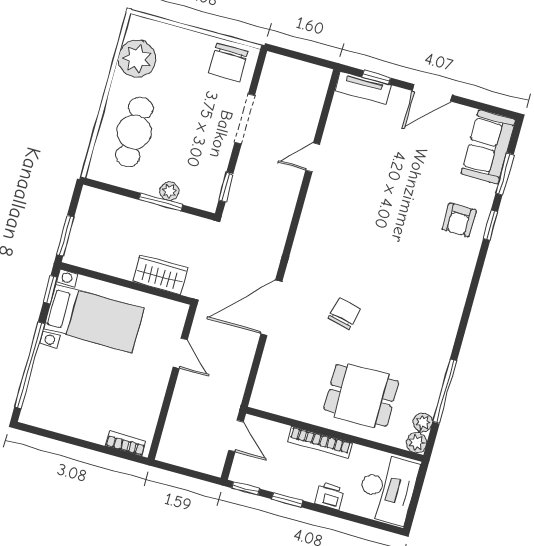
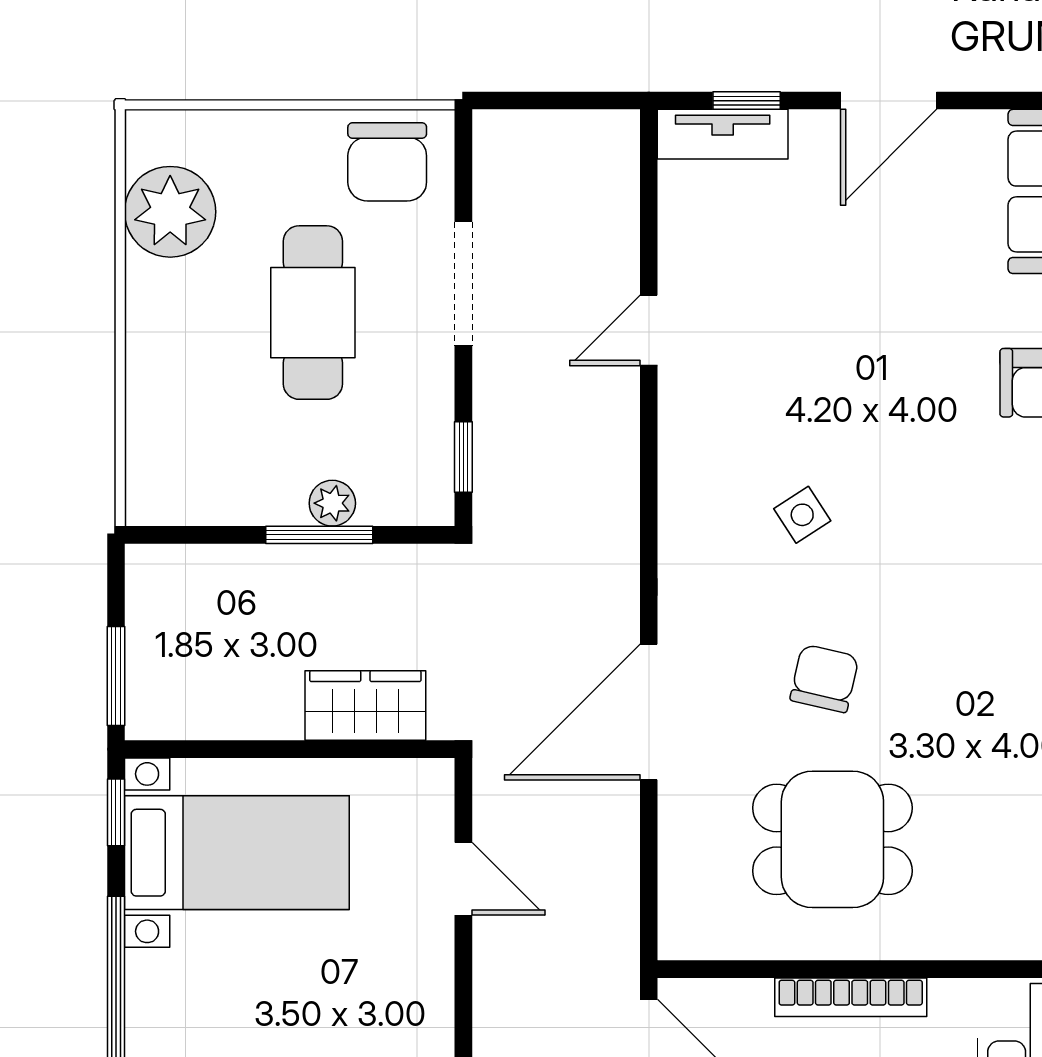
cafe table: (134, 132) -> (313, 313), moved
side table: (353, 247) -> (802, 515), added
dining table: (361, 395) -> (832, 839), moved

